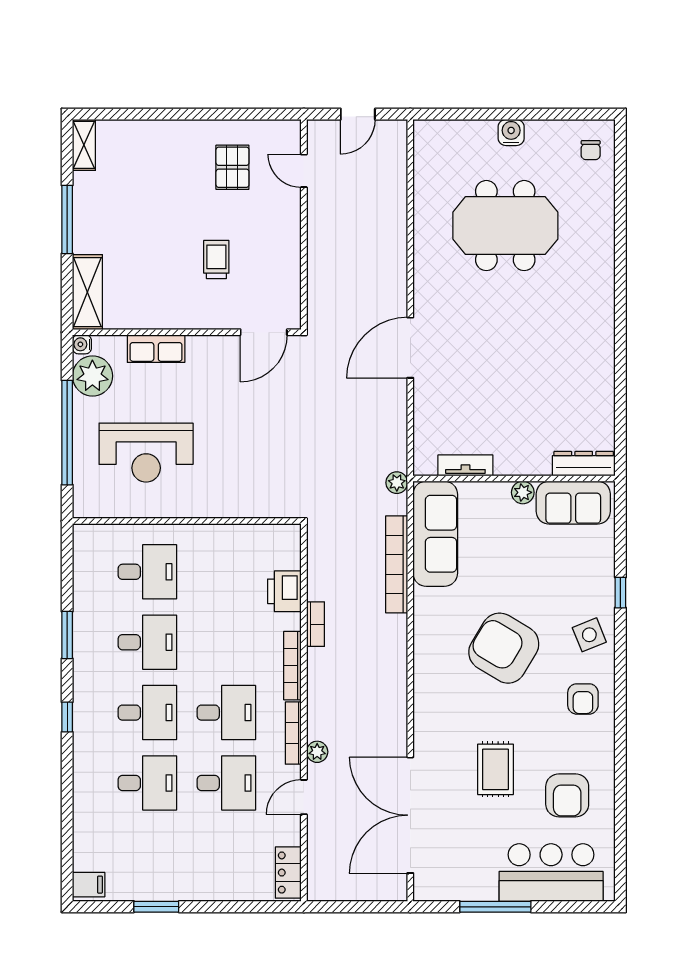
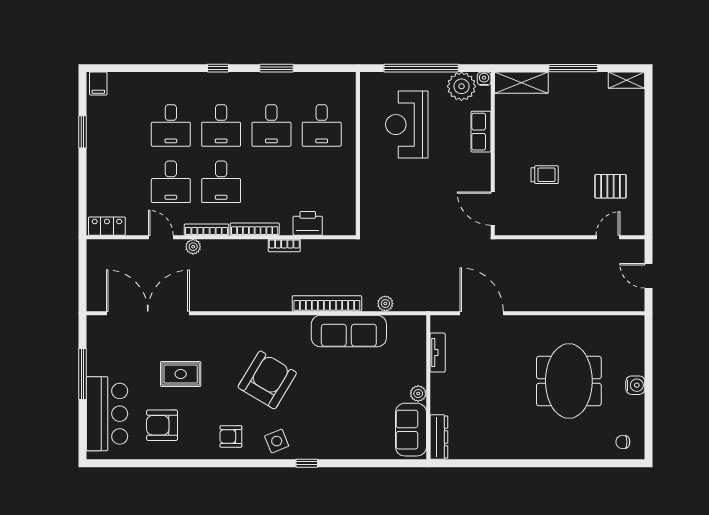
dresser: (584, 464) -> (439, 437), moved
tv unit: (465, 465) -> (438, 353), moved
wall: (514, 479) -> (428, 387), moved
plant: (523, 492) -> (418, 393), moved
sofa: (573, 503) -> (411, 430), moved

